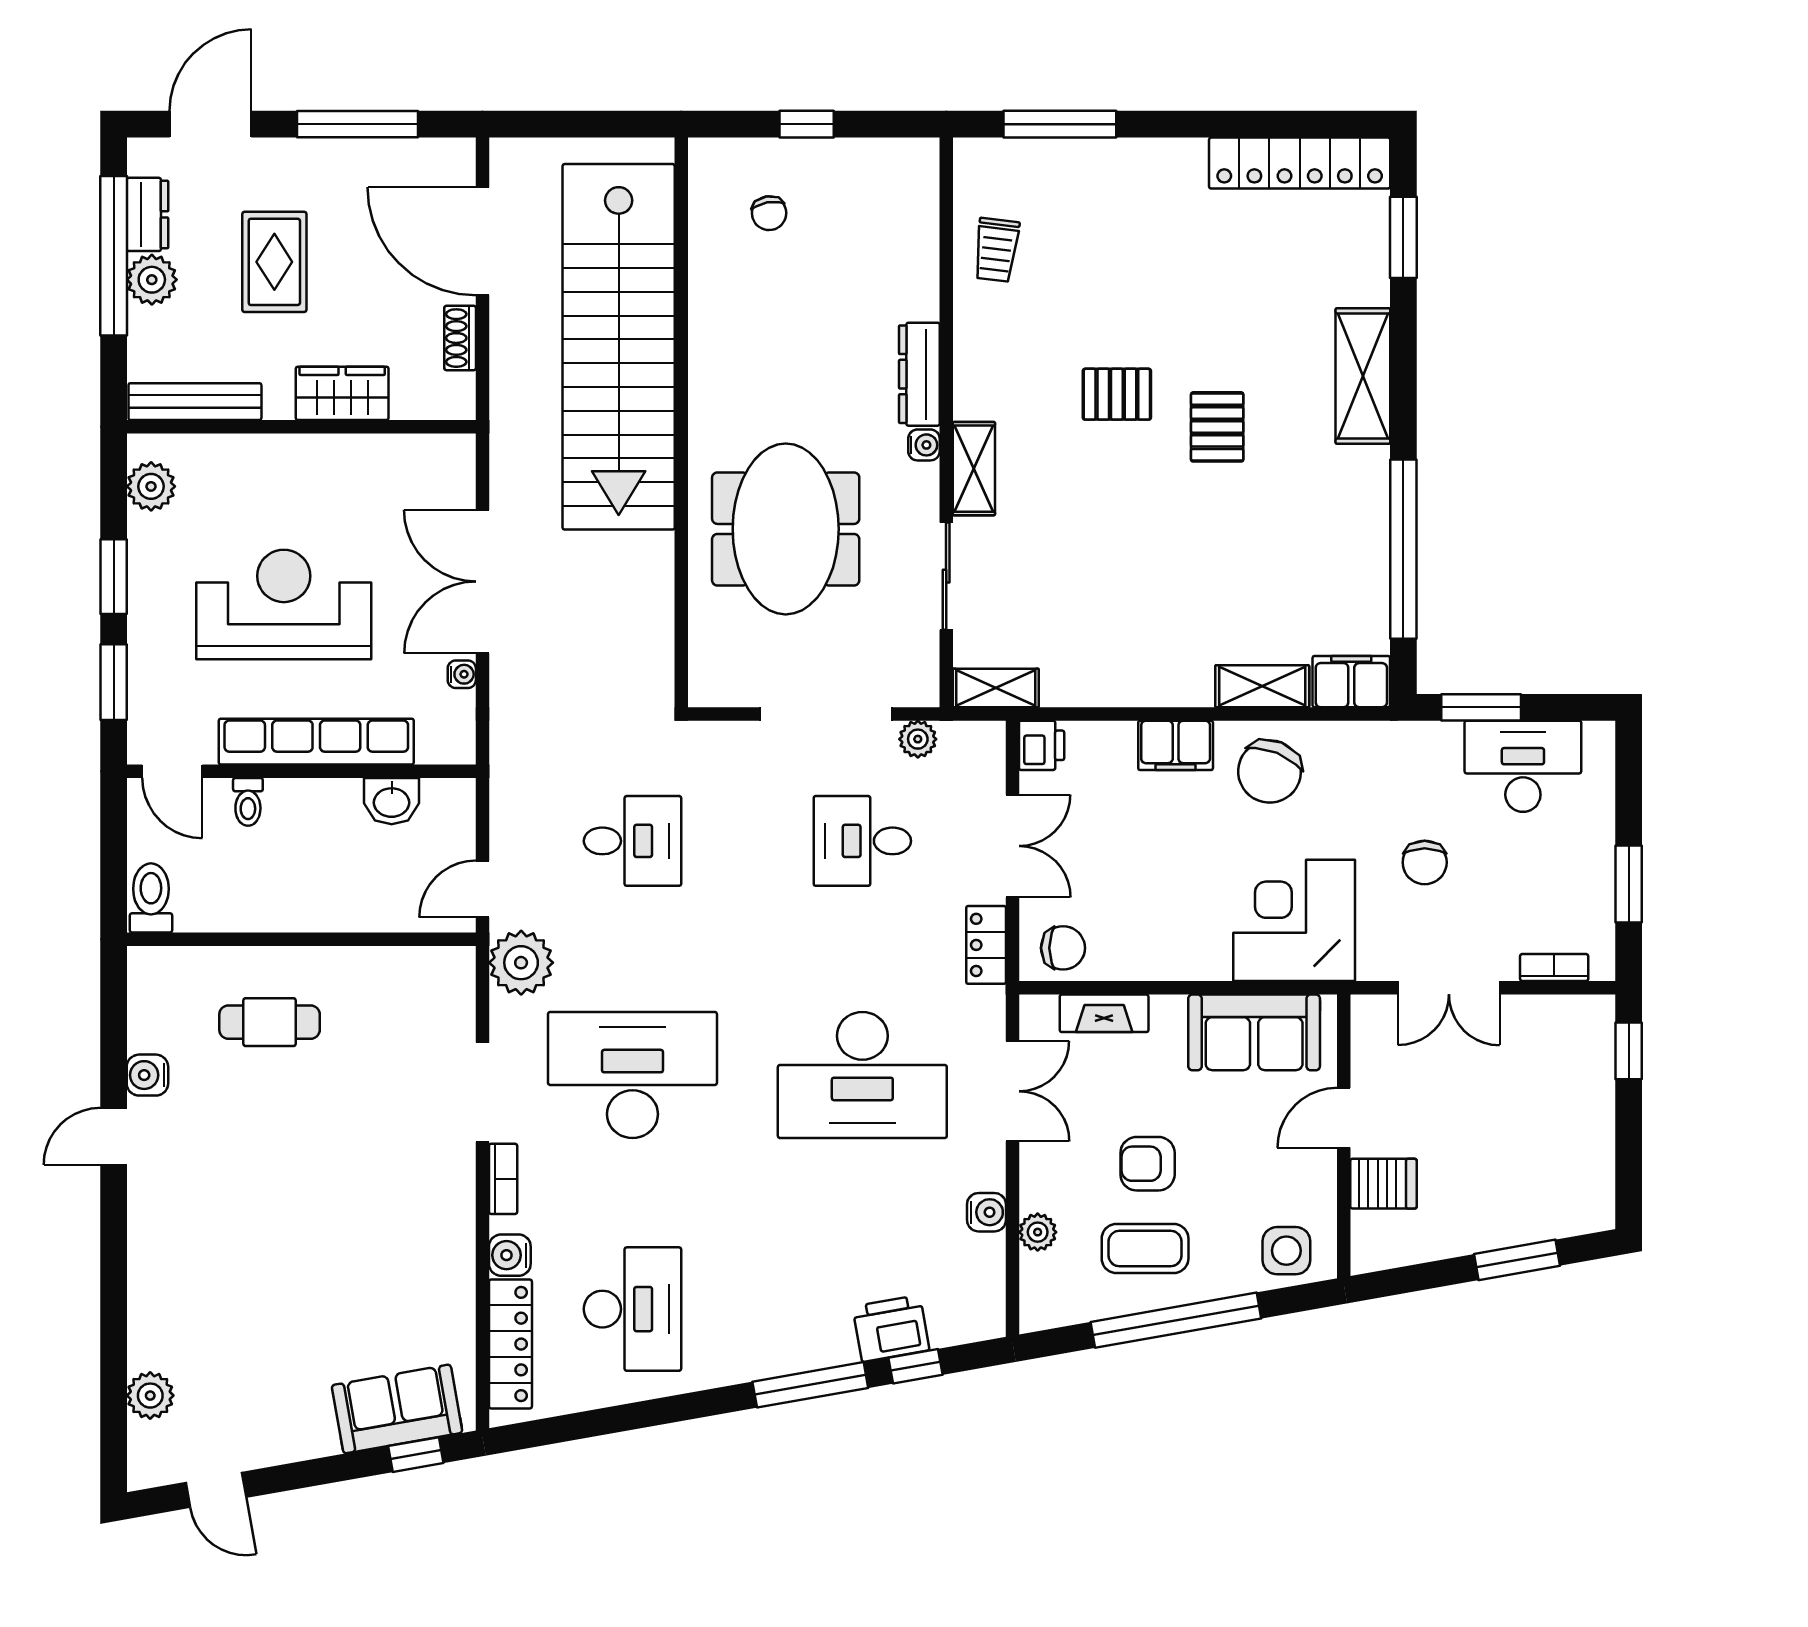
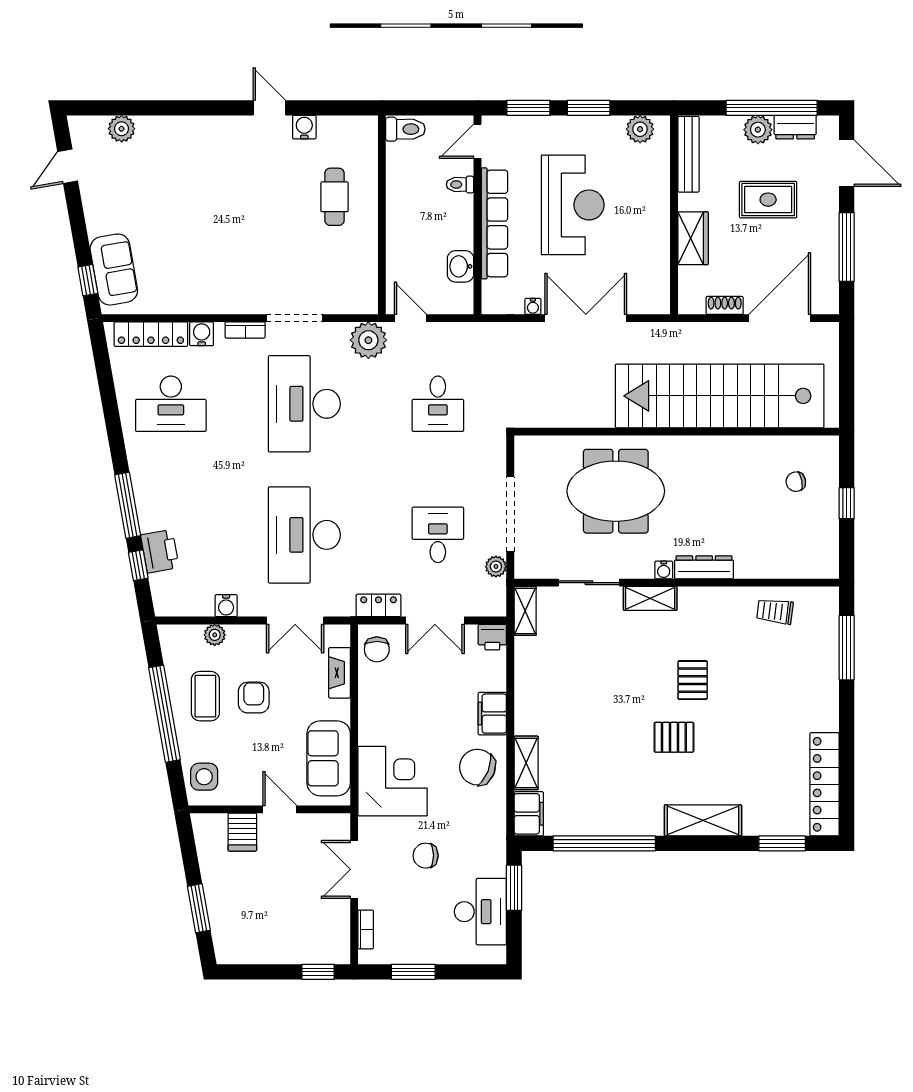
desk: (632, 1075) -> (304, 404), turned 180

